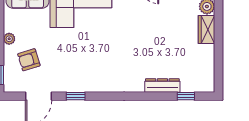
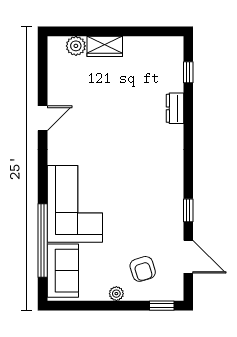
dresser: (162, 85) -> (175, 108), width x0.70

